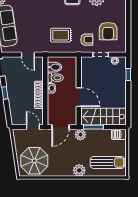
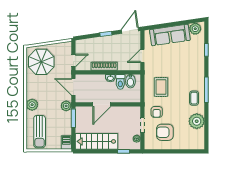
stairs: (103, 117) -> (97, 141), moved, turned -90

